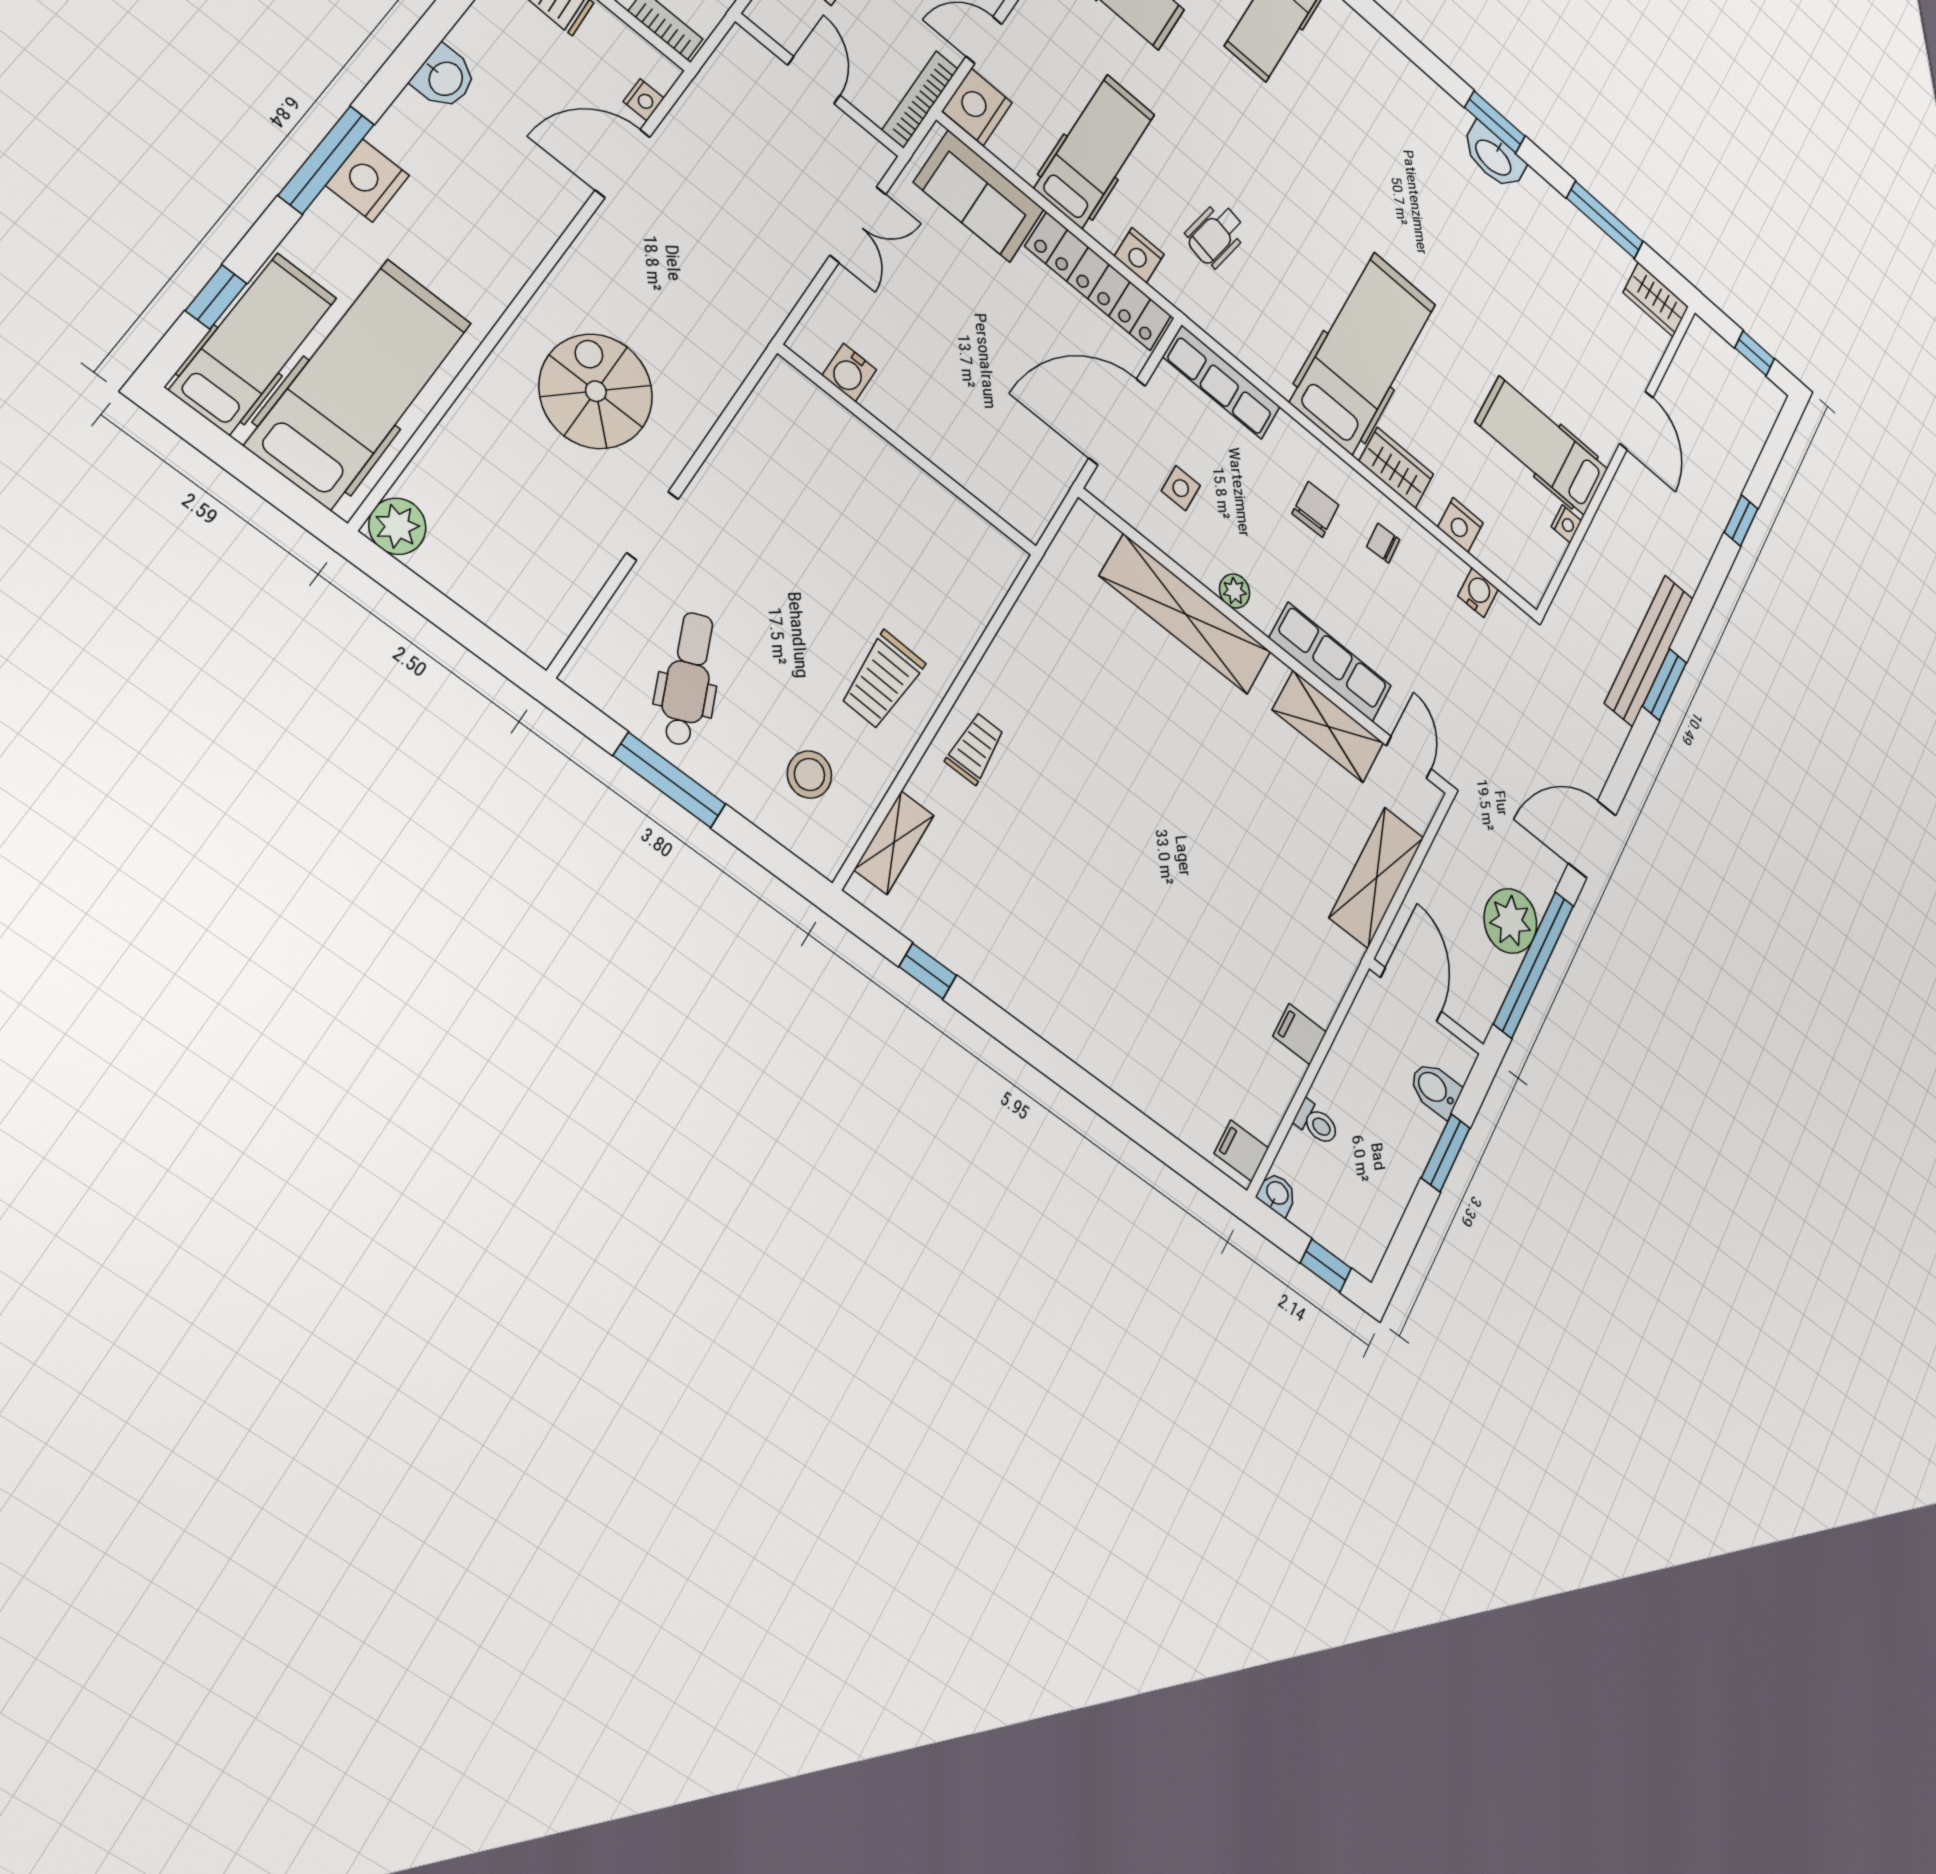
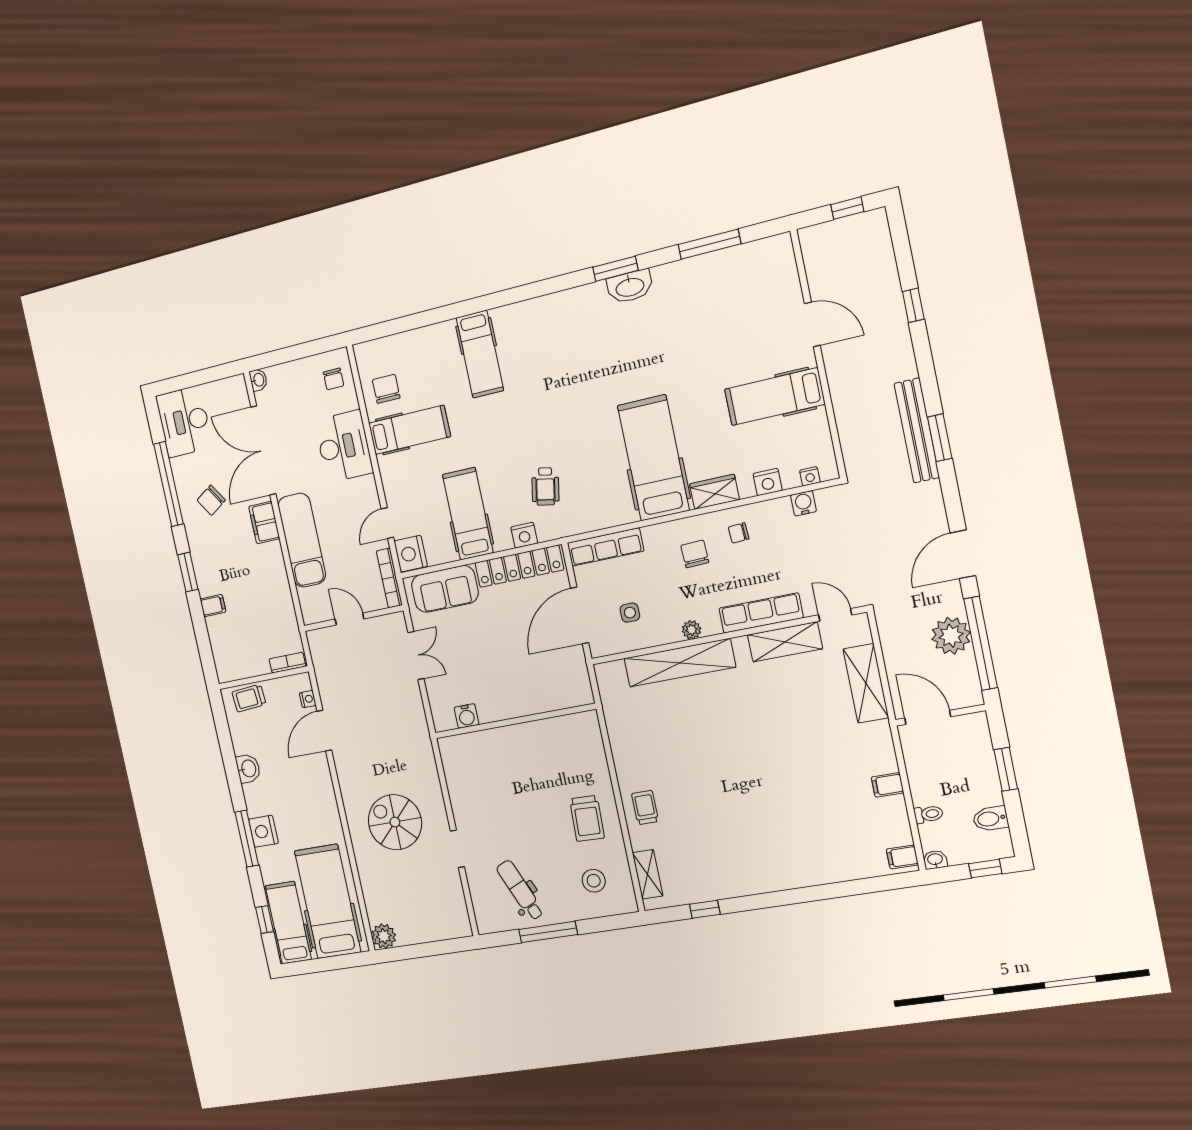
wardrobe: (1656, 300) -> (770, 250), removed
nightstand: (1566, 524) -> (810, 476), moved, turned 90
bidet: (1435, 1089) -> (991, 819), moved

